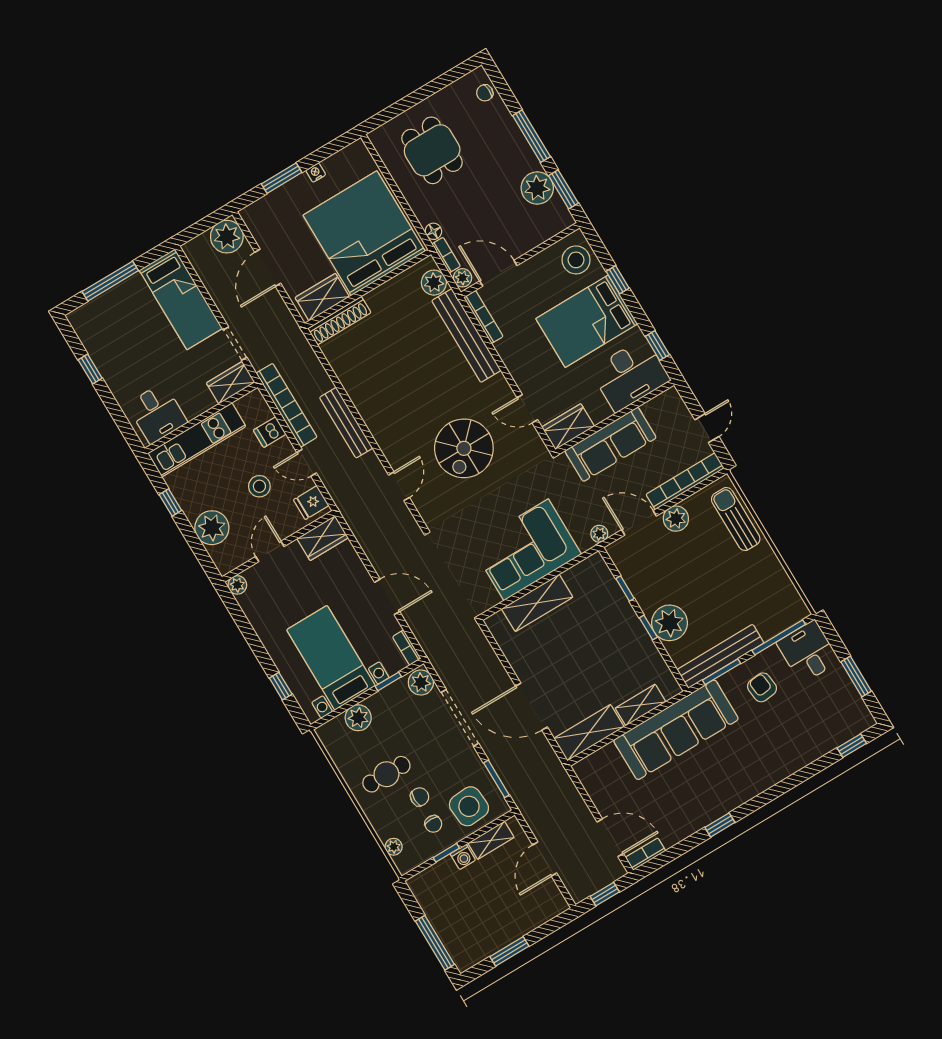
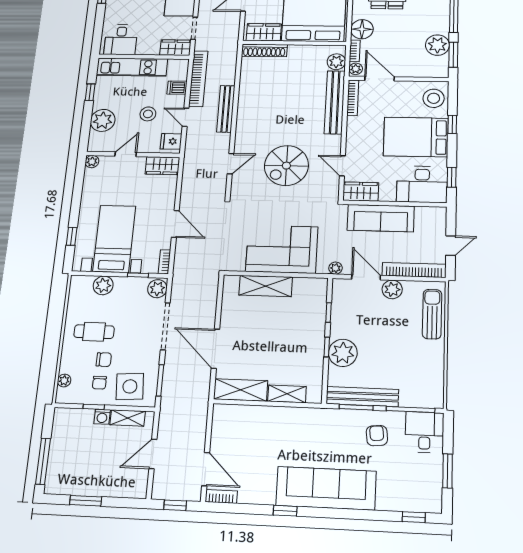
floor lamp: (433, 231) -> (362, 29), width x1.89, depth x1.89
sofa: (676, 730) -> (326, 488), moved, turned 180

